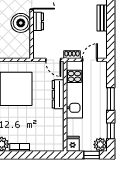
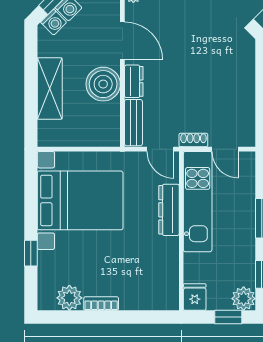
bench: (102, 18) -> (133, 123), moved
door: (90, 60) -> (225, 149), swing flipped

